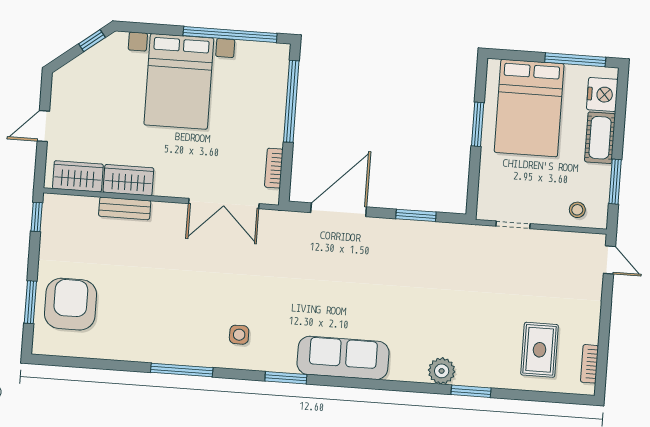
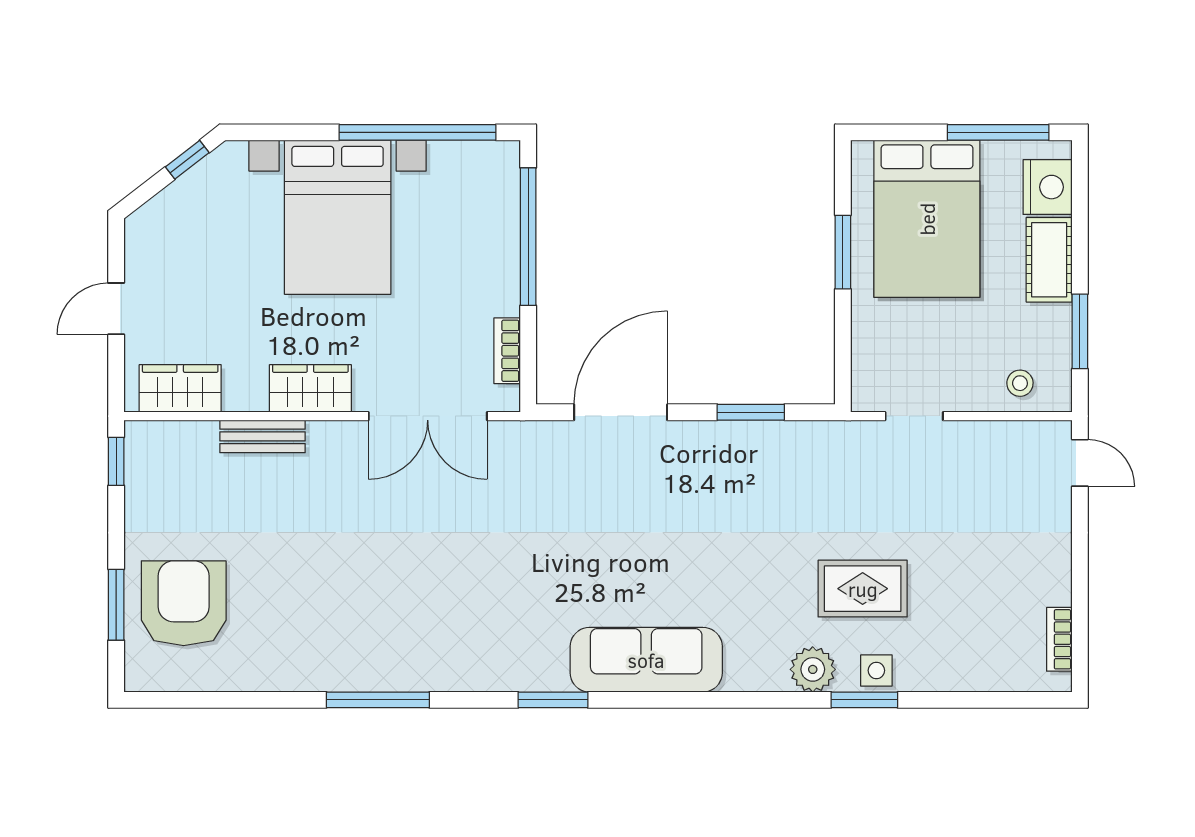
wardrobe: (128, 180) -> (310, 388), moved
side table: (239, 335) -> (876, 670), moved
rug: (540, 350) -> (863, 589), moved, turned 90

